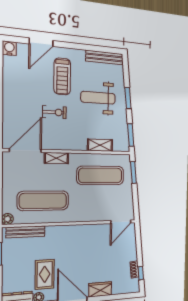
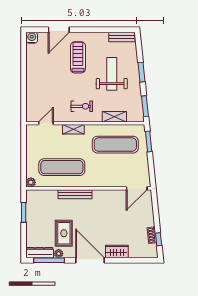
bench: (104, 57) -> (122, 37), width x0.73
treadmill: (62, 76) -> (78, 57), turned 180
weight bench: (98, 98) -> (112, 74), turned 90
exercise bike: (54, 112) -> (82, 106), moved
door: (25, 151) -> (46, 123), width x0.53
bench: (26, 232) -> (75, 194), moved

